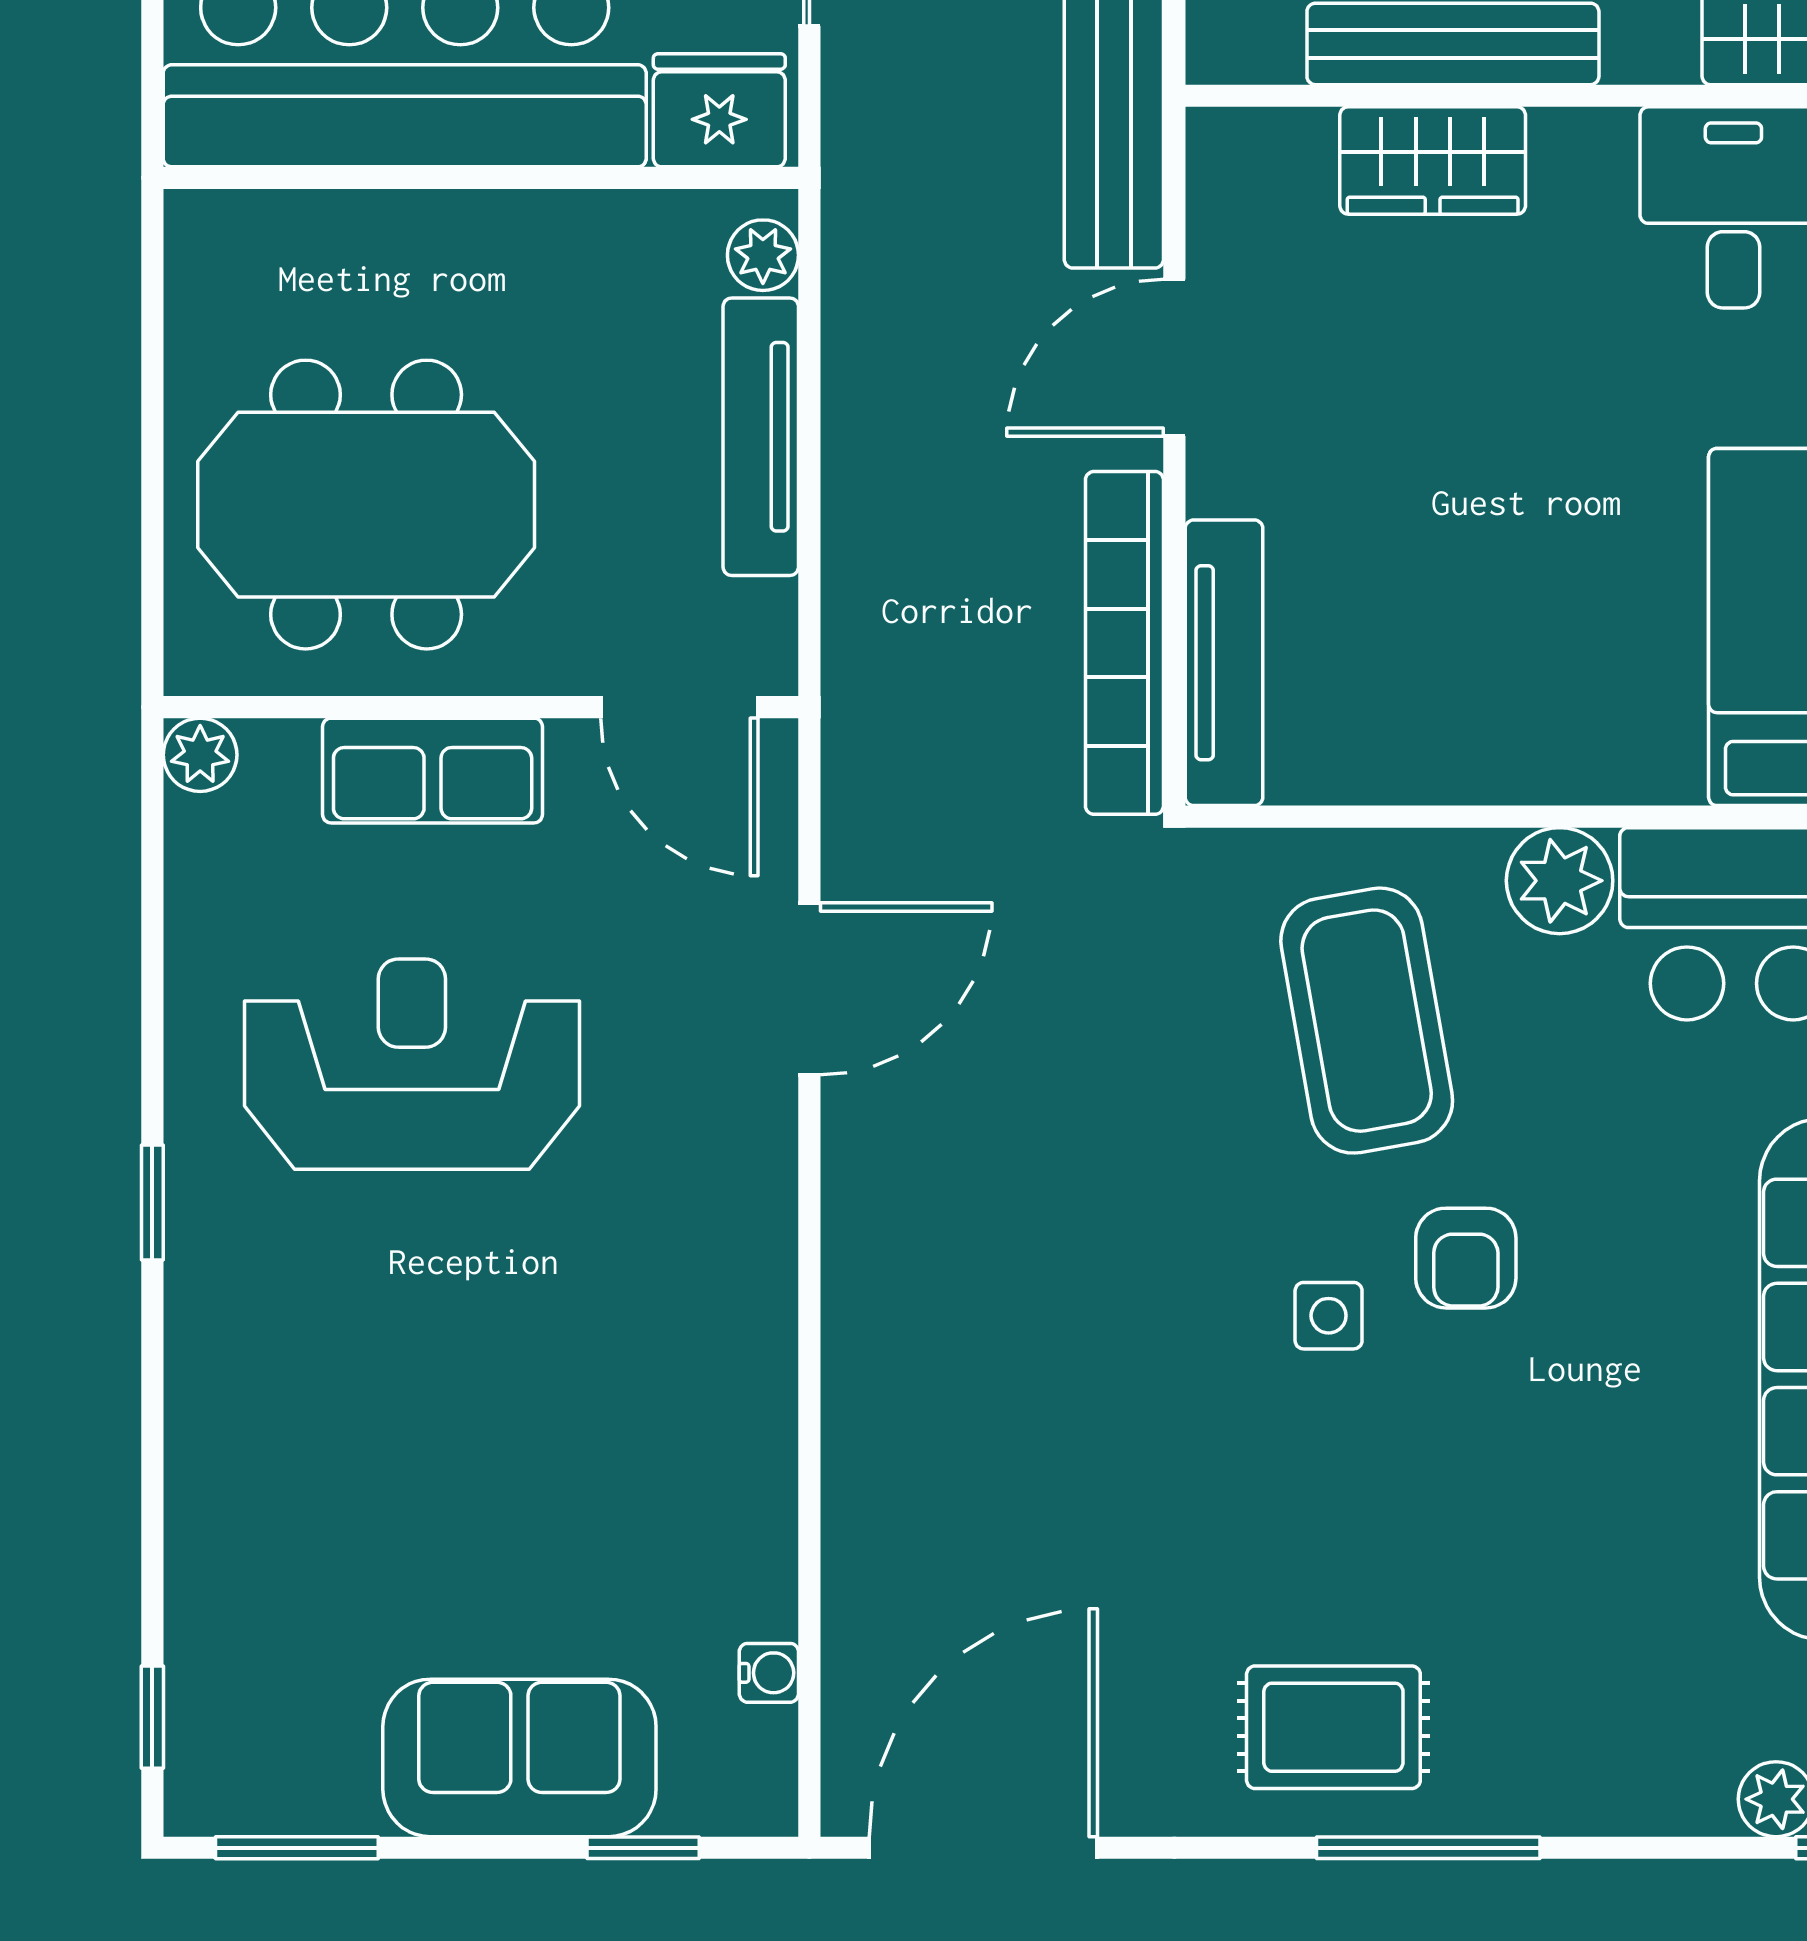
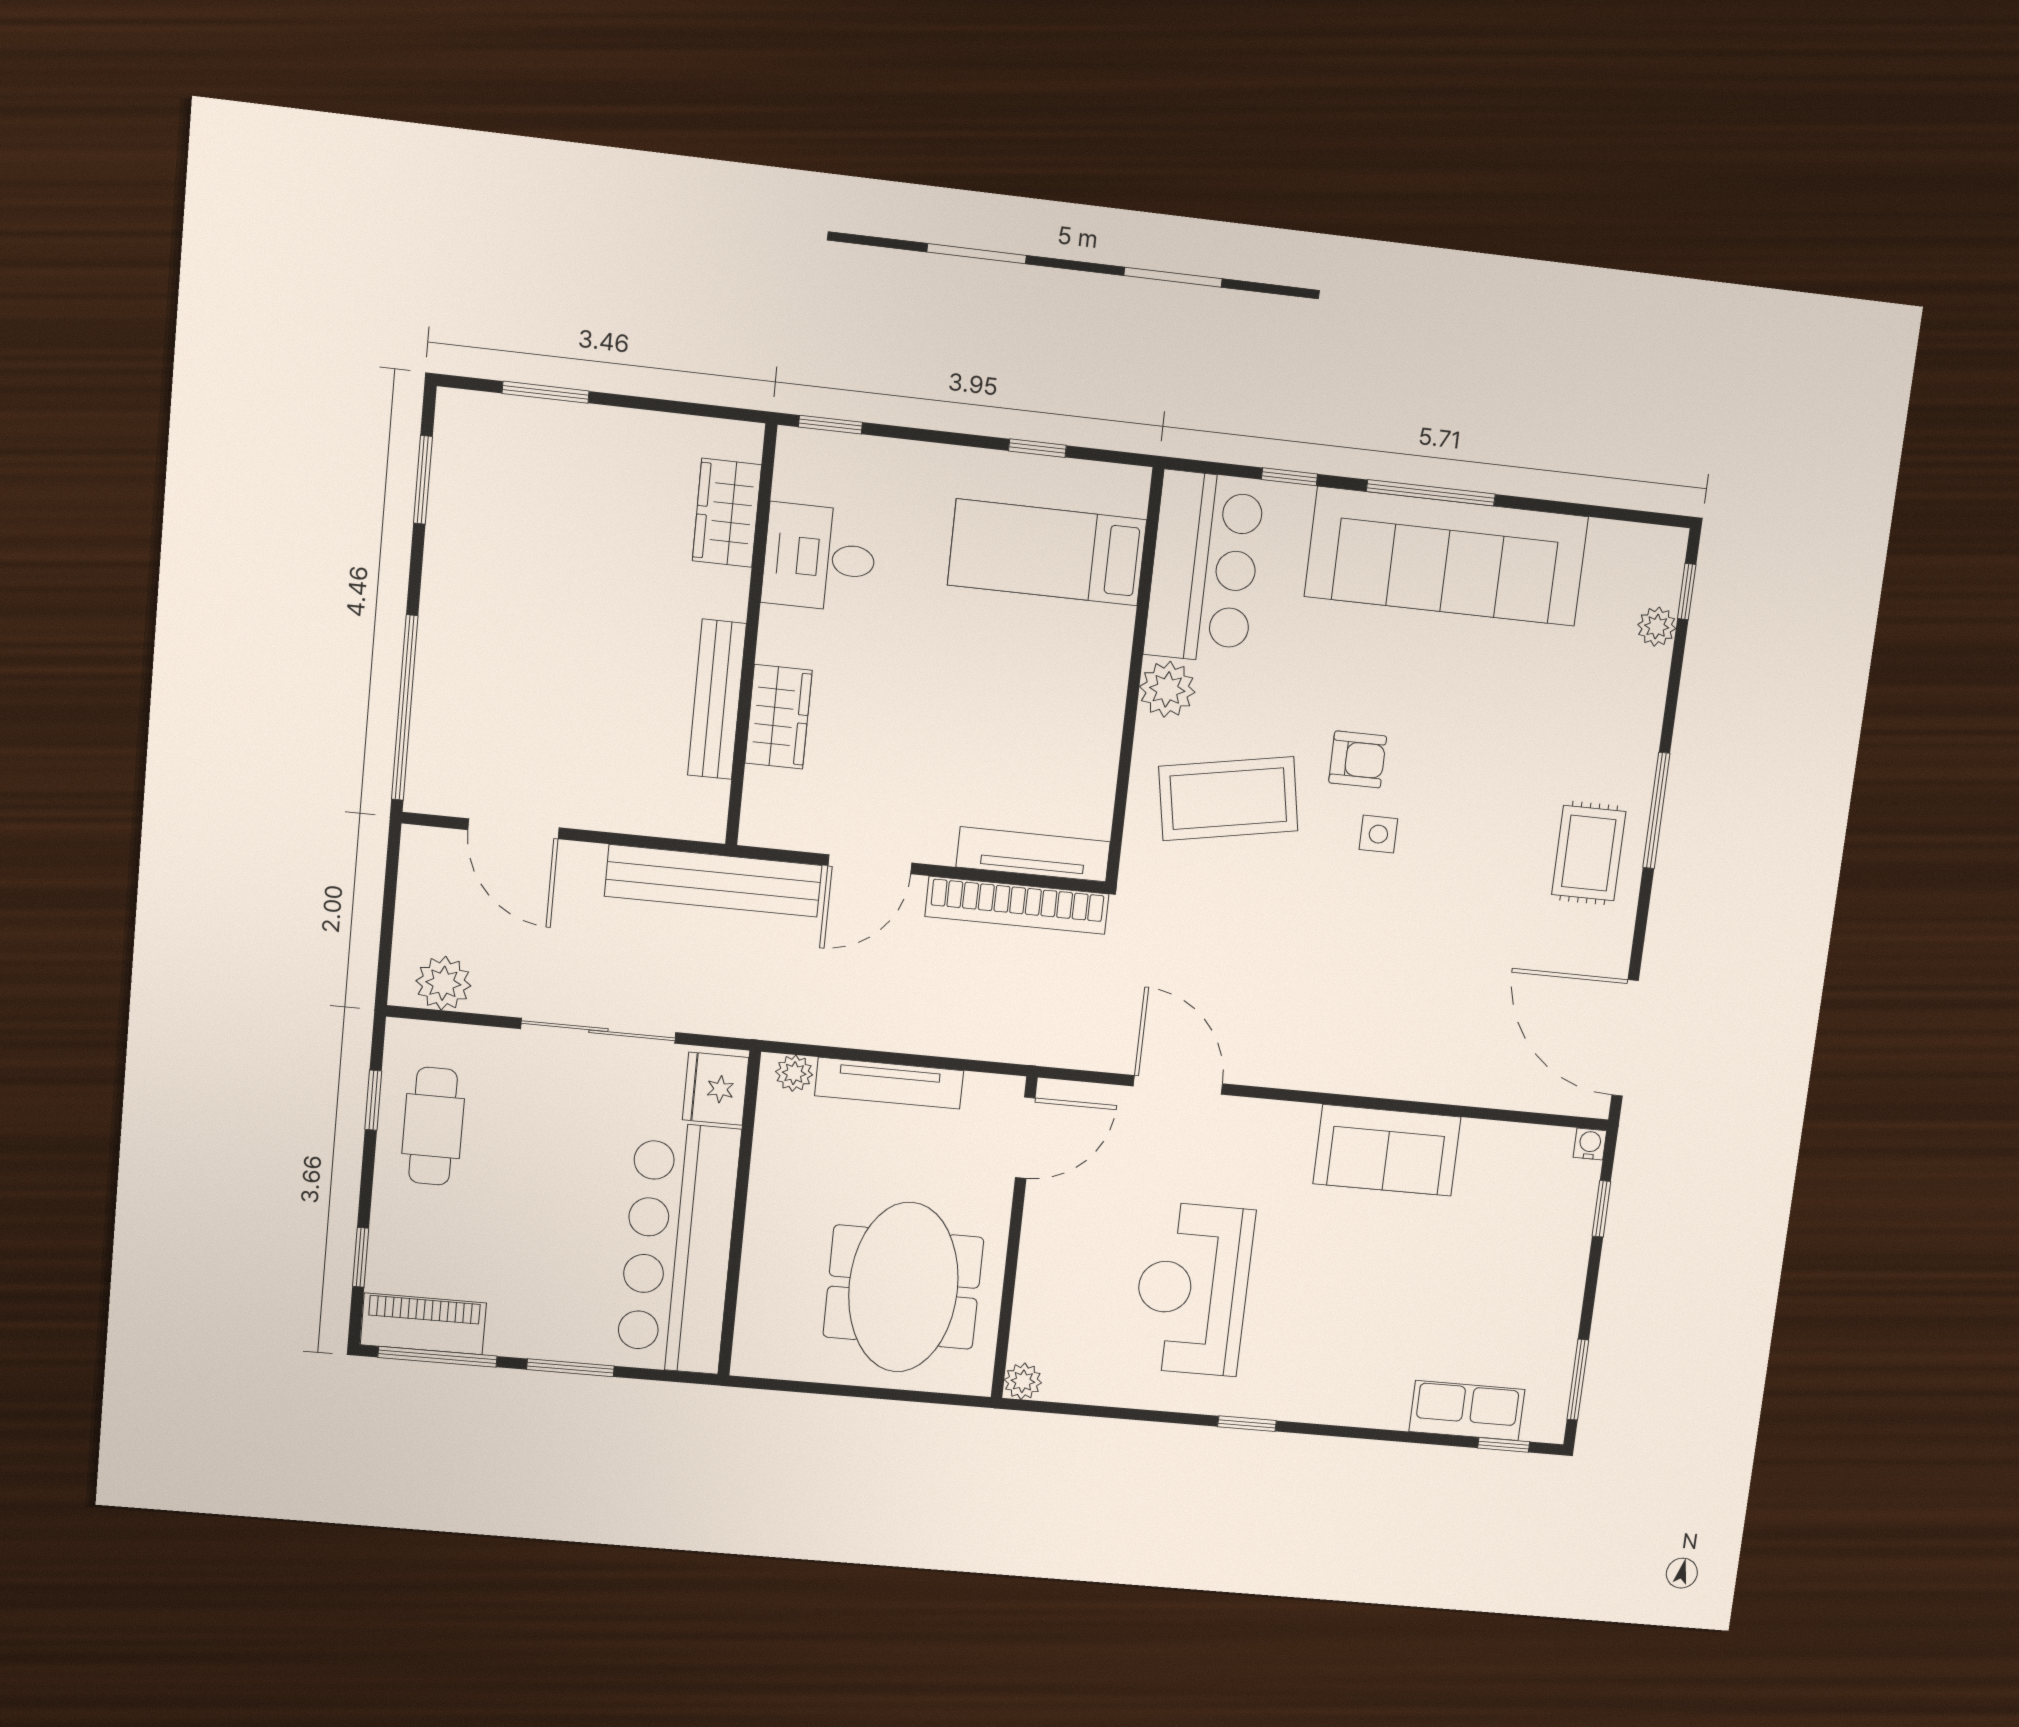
door: (1174, 358) -> (870, 864), hinge flipped
row of seats: (433, 771) -> (1467, 1410), moved, turned -90
water cooler: (769, 1673) -> (1590, 1144), moved
sofa: (519, 1758) -> (1387, 1150), moved, turned -90

